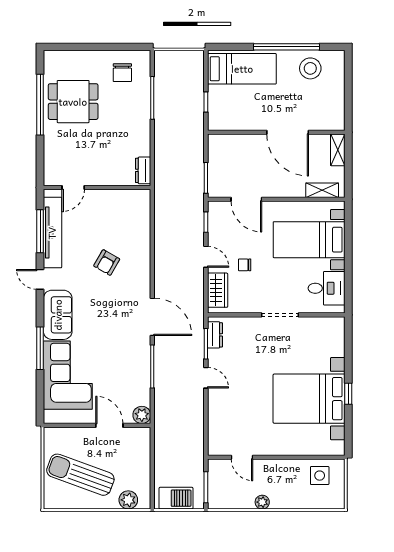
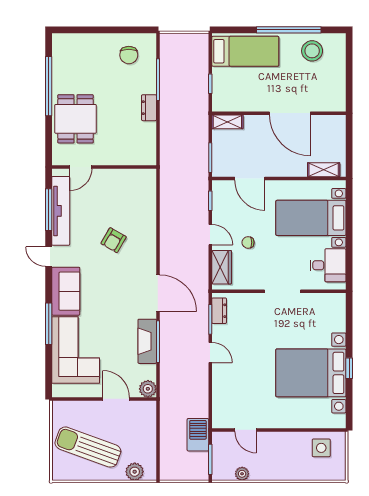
dining table: (73, 102) -> (76, 119), moved, turned 90
shelving: (338, 150) -> (227, 122), moved, turned 90
dresser: (143, 170) -> (149, 108), moved
fireplace: (141, 366) -> (147, 341), added
barbecue: (176, 498) -> (198, 435), moved, turned -90
plant: (262, 502) -> (242, 474), moved

